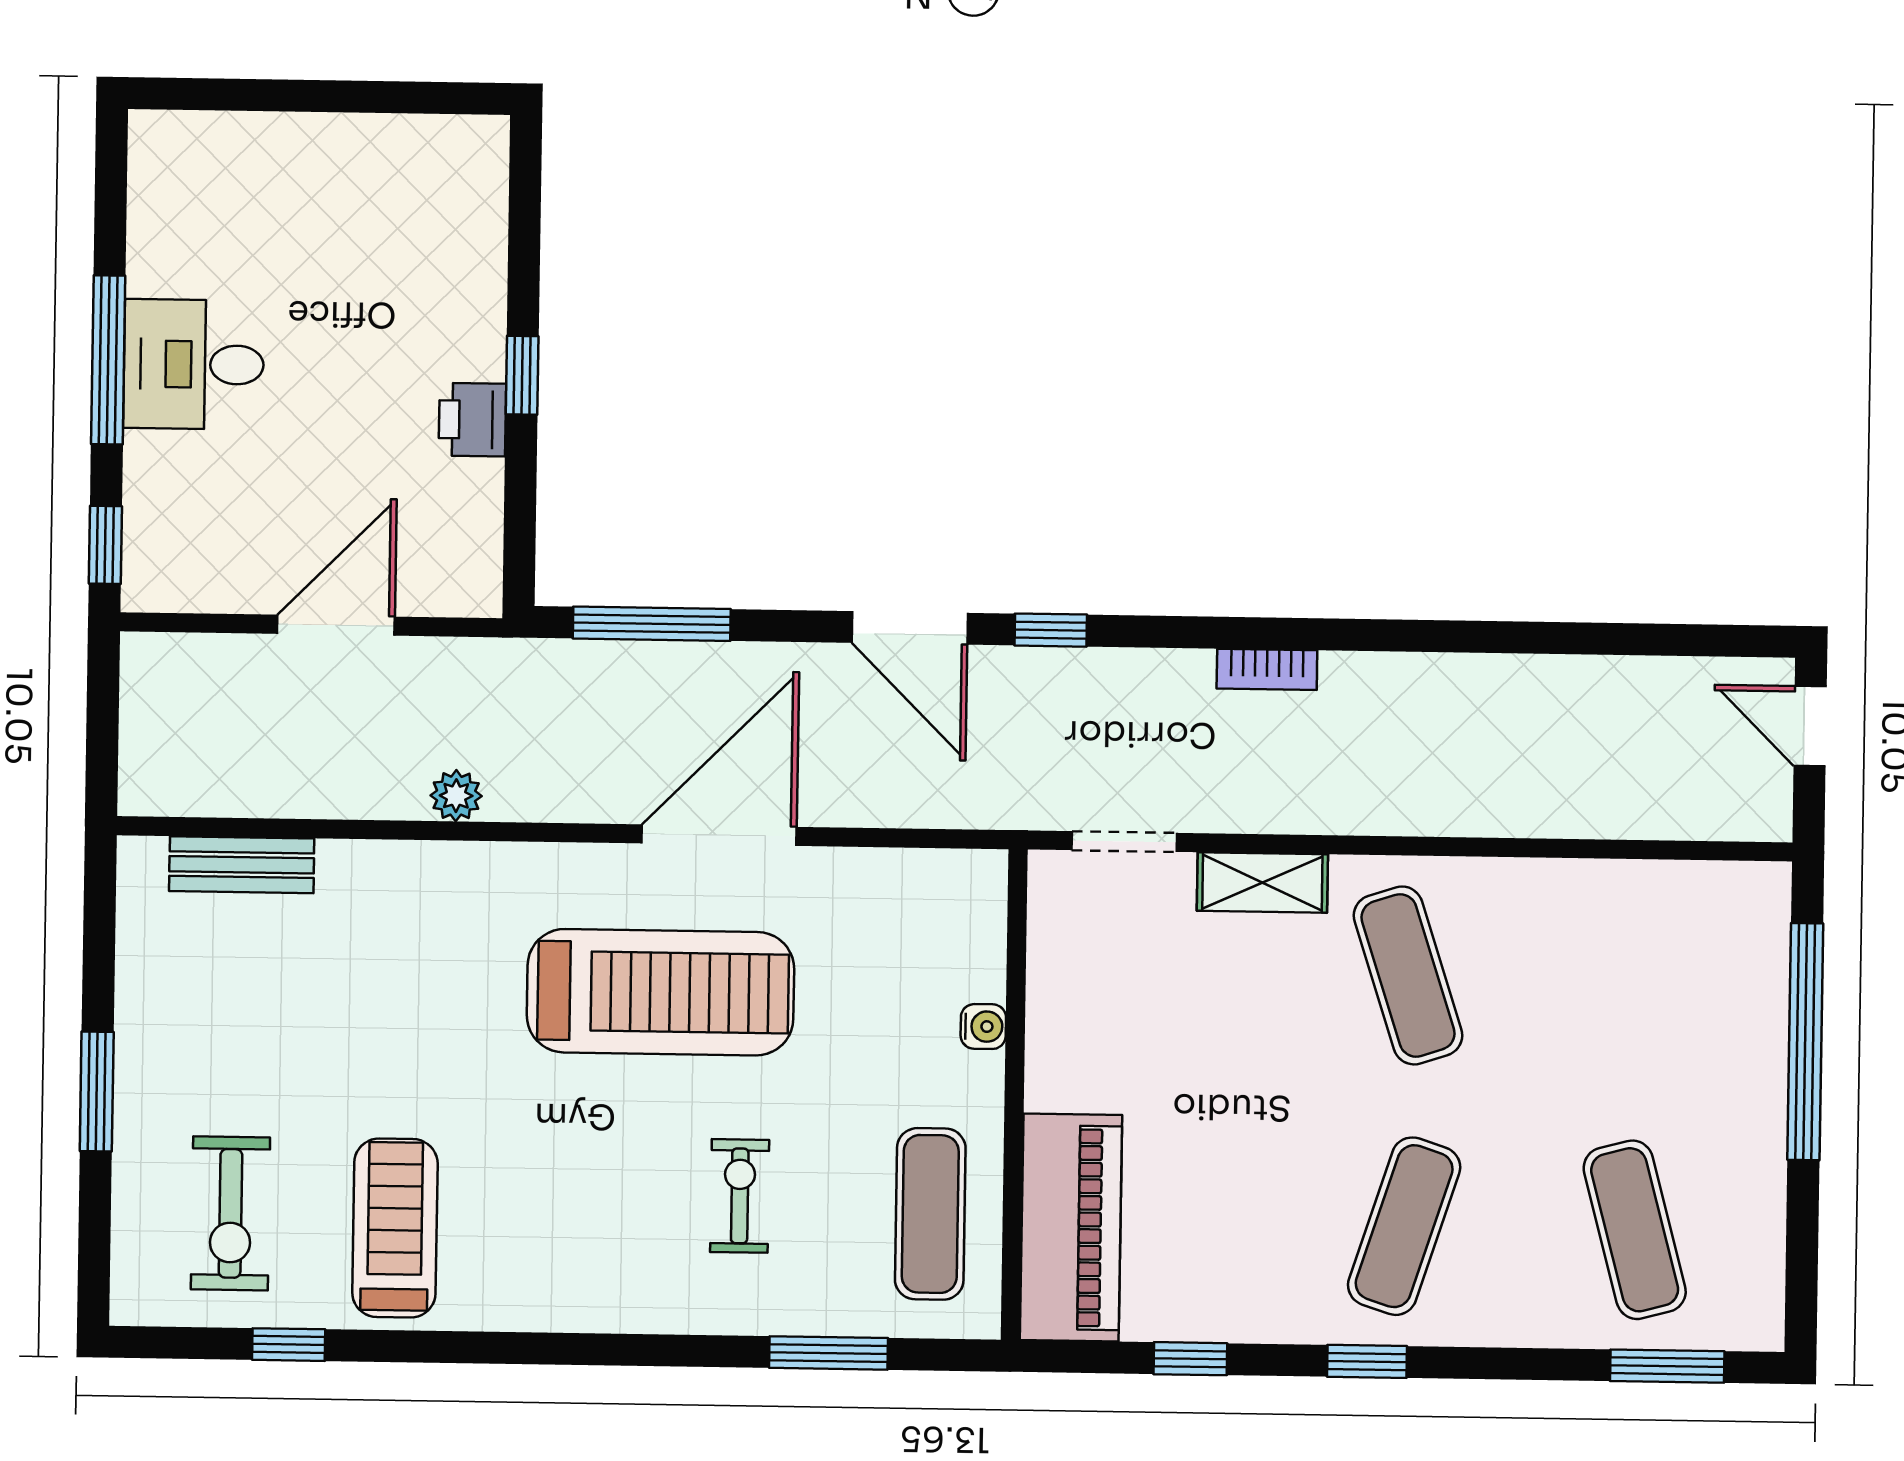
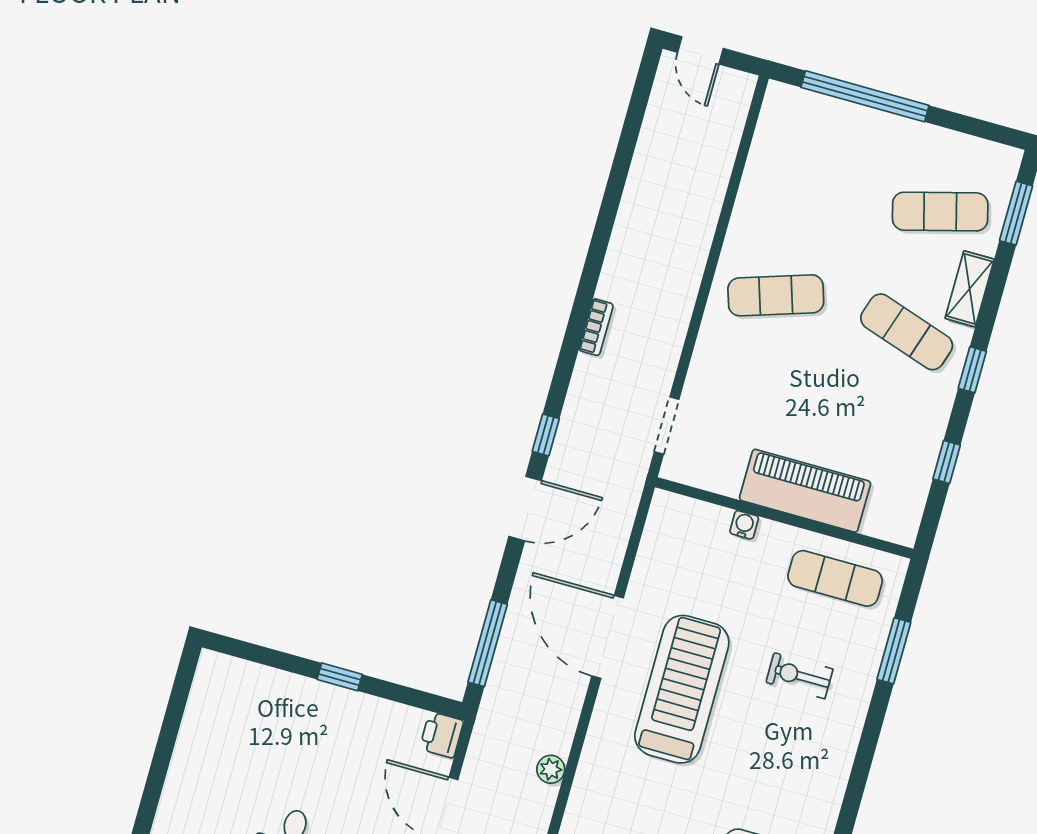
printer: (472, 420) -> (442, 735), moved, turned 90
door: (1810, 726) -> (700, 50), hinge flipped
shelving: (1262, 883) -> (970, 289), moved
piano: (1071, 1228) -> (805, 491), moved

